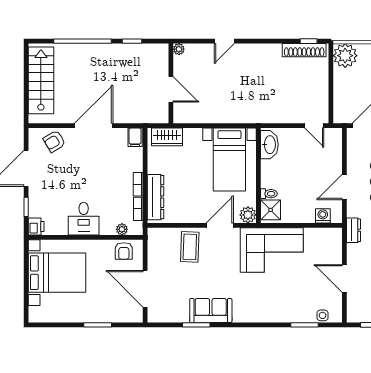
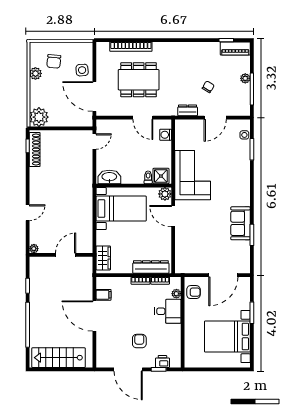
door: (224, 41) -> (28, 213), hinge flipped
filing cabinet: (135, 137) -> (104, 295), moved
armchair: (54, 141) -> (139, 341), moved, turned -149
desk: (84, 219) -> (168, 311), moved
printer: (36, 227) -> (162, 361), moved
dresser: (354, 230) -> (188, 110), moved
coffee table: (190, 247) -> (190, 240), removed
bed with nightstands: (57, 273) -> (227, 336), moved, turned -90

